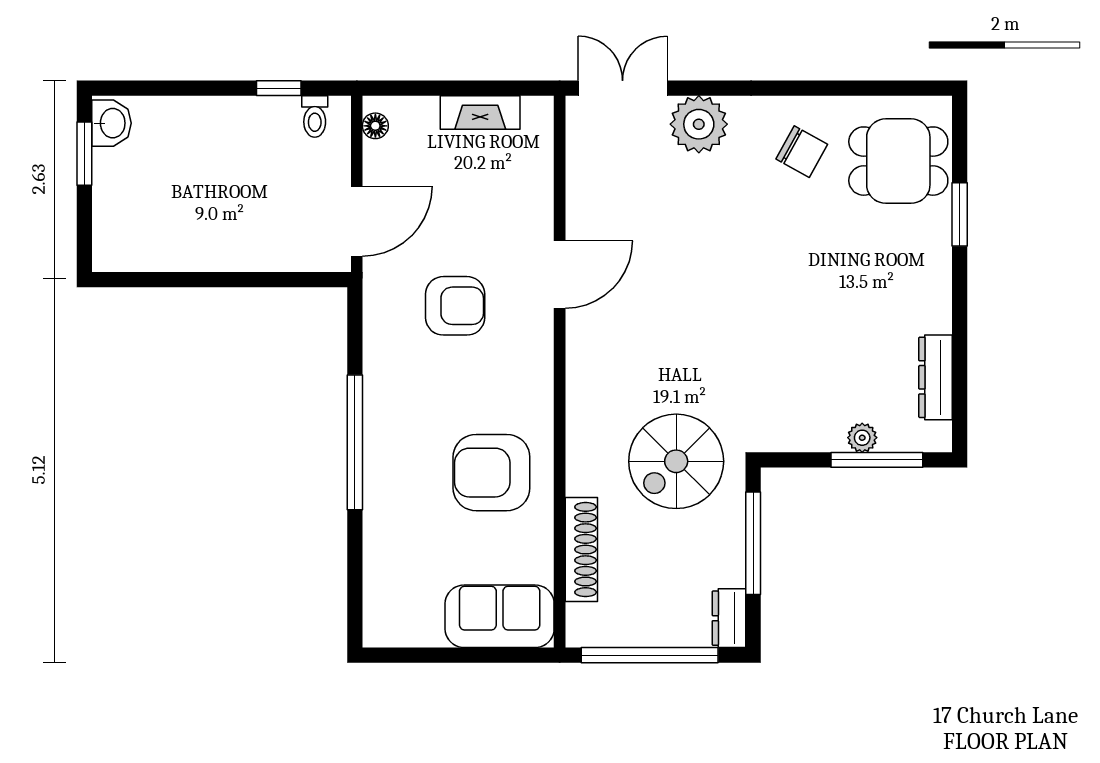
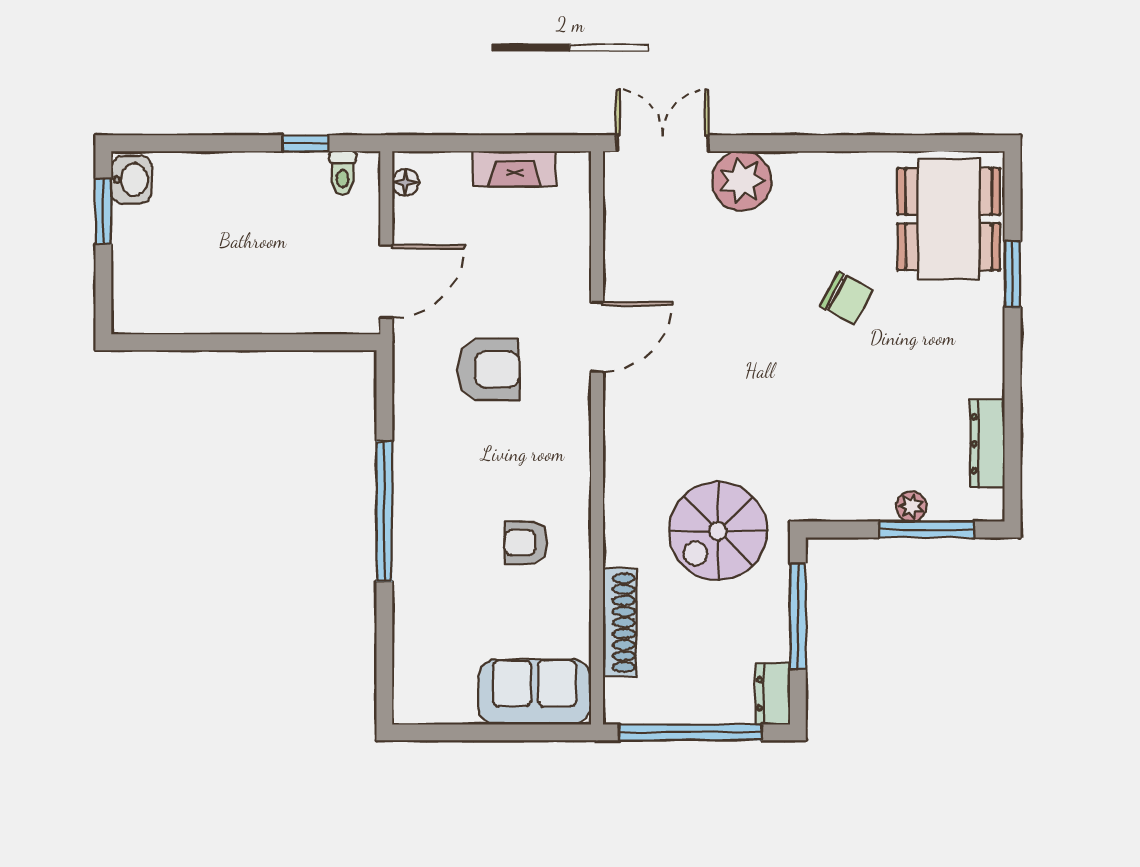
chair: (802, 152) -> (847, 298), moved
dining table: (898, 161) -> (949, 219), width x1.38
armchair: (491, 473) -> (526, 543), width x0.53, depth x0.53

